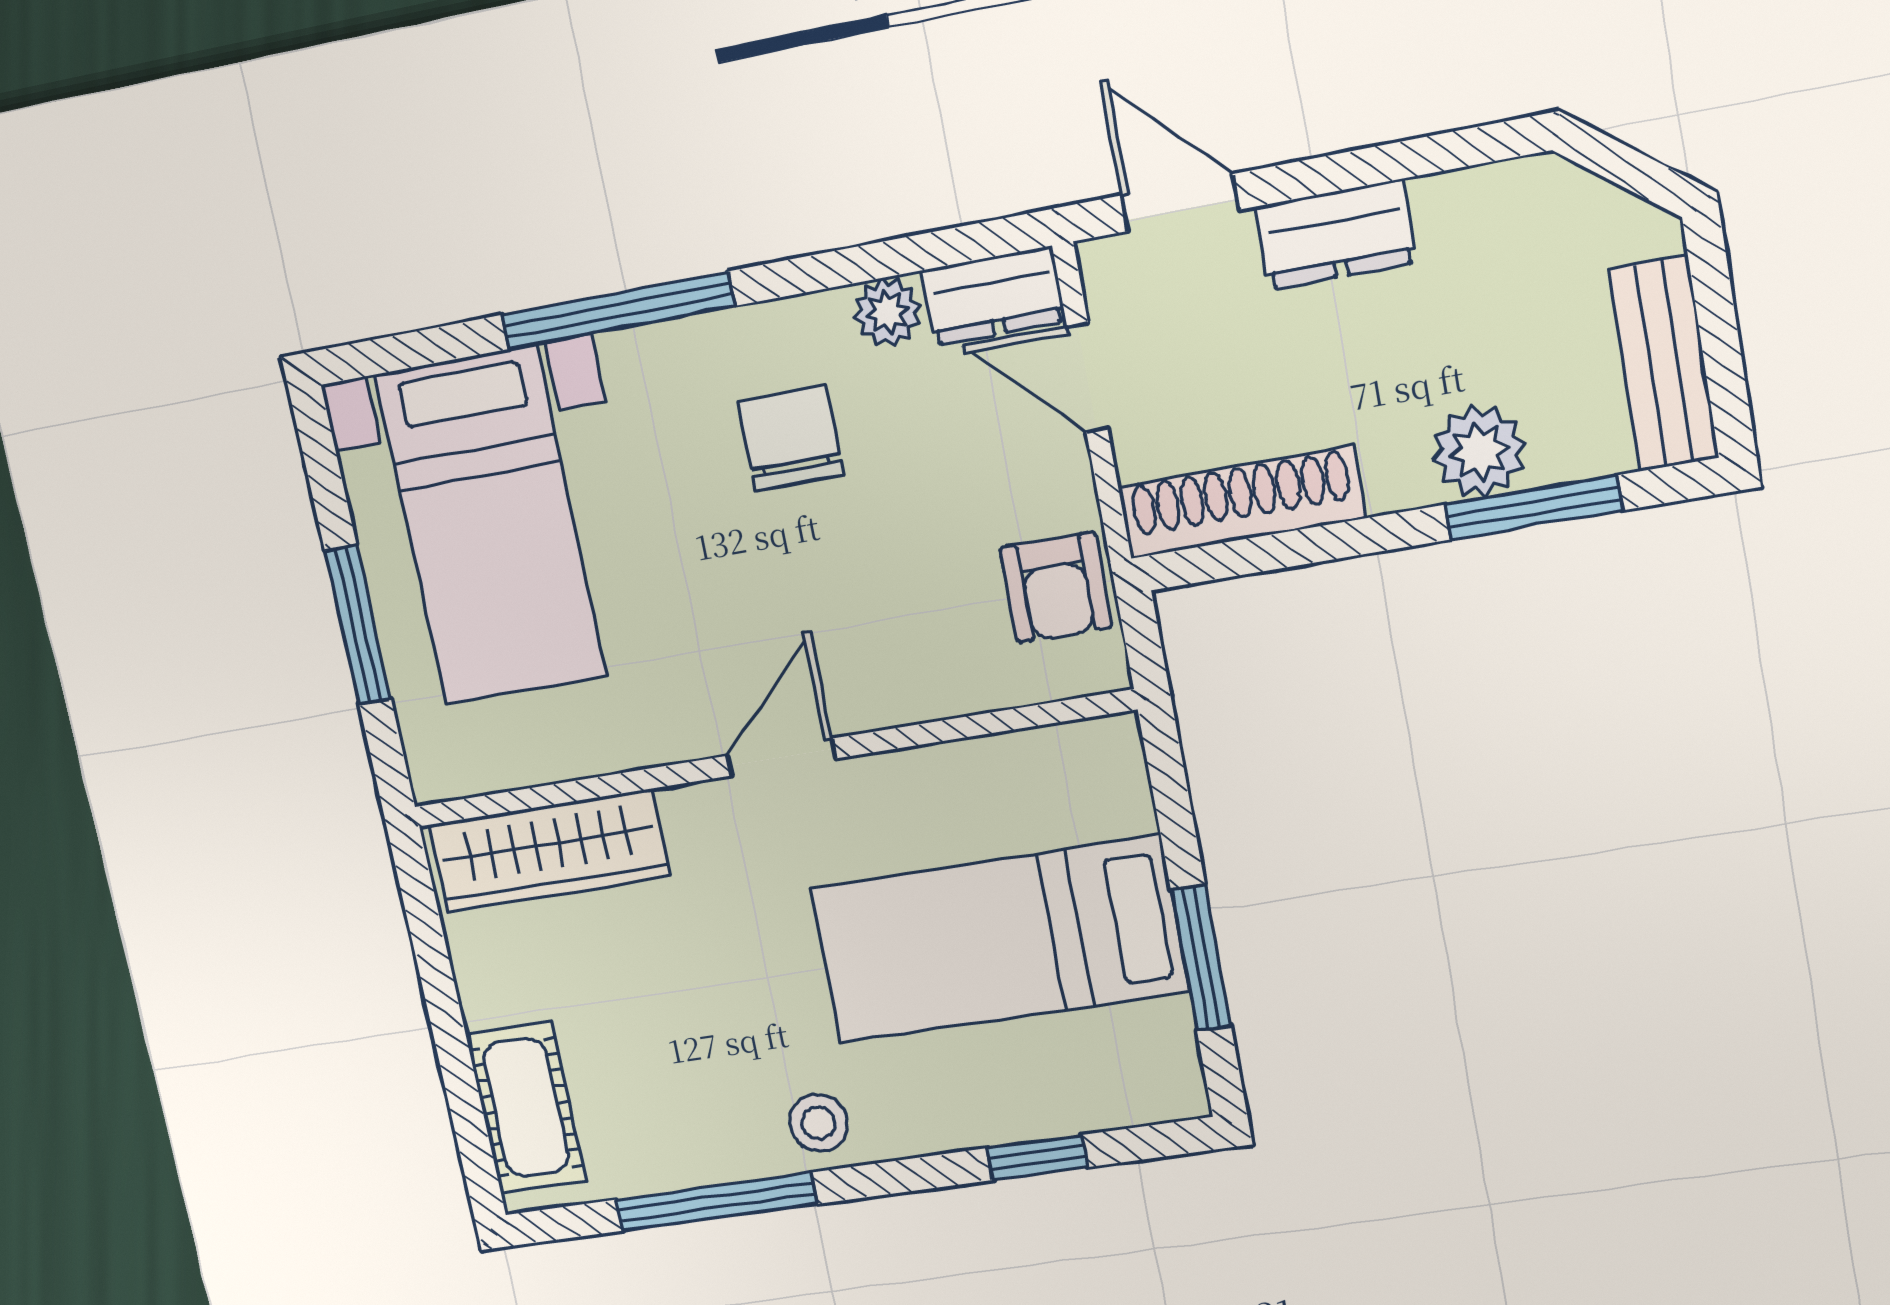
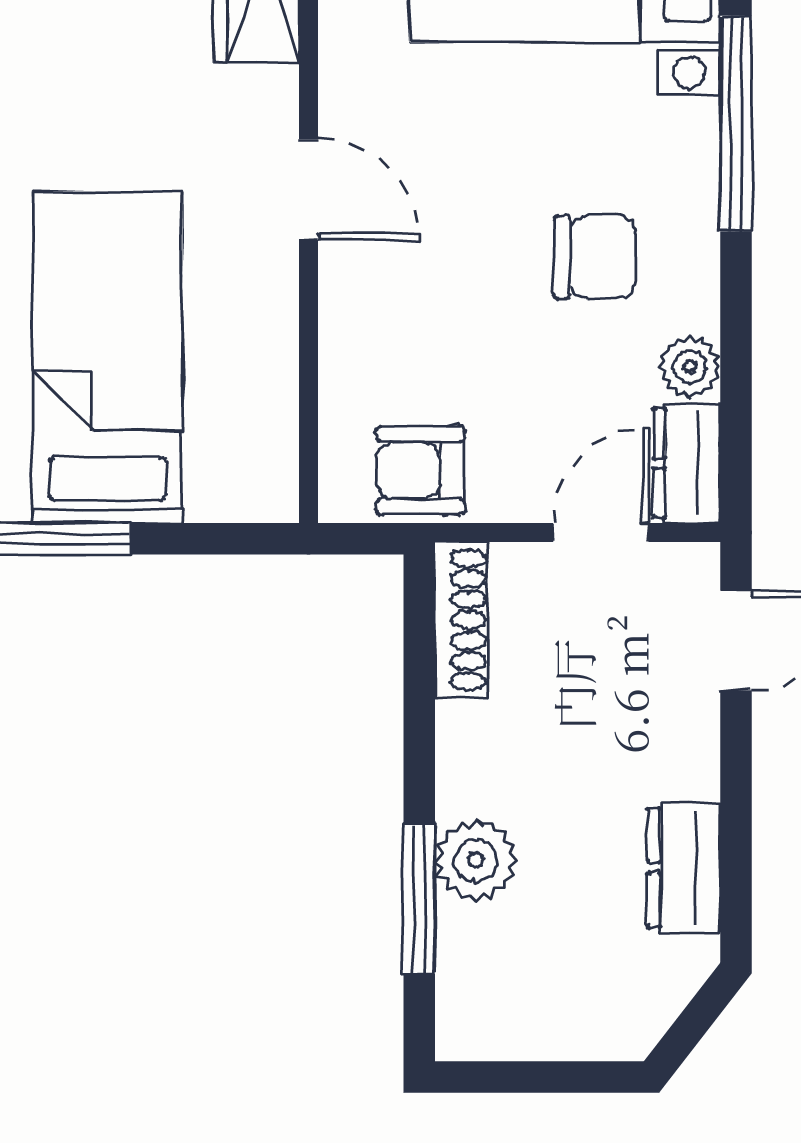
dresser: (1336, 234) -> (684, 868), moved
bench: (1664, 363) -> (524, 1027), removed
shoe rack: (1242, 502) -> (461, 620), width x0.74, depth x0.81

